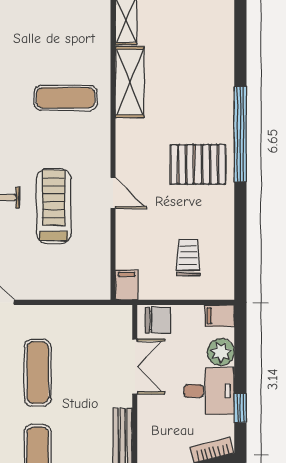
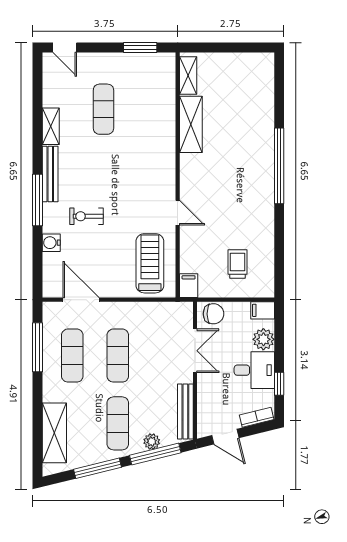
exercise mat: (66, 98) -> (103, 109), moved, turned 90
pallet: (198, 164) -> (245, 190), removed
treadmill: (54, 206) -> (150, 263), moved

